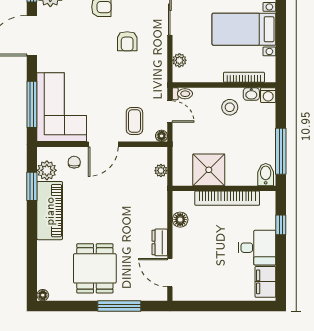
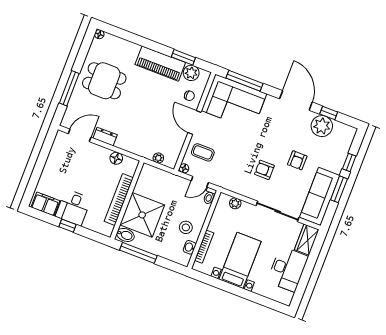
washing machine: (268, 95) -> (184, 260), removed
shower: (209, 170) -> (142, 215), moved, width x1.37, depth x1.37
window: (281, 225) -> (68, 226), moved

